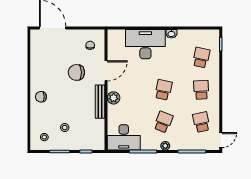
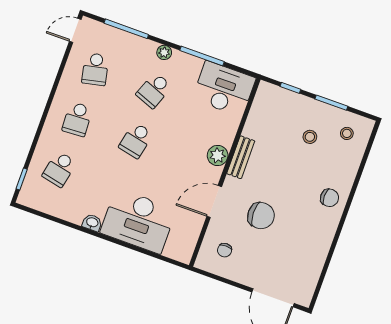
bench: (100, 102) -> (241, 157), width x0.73

